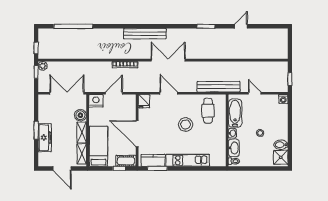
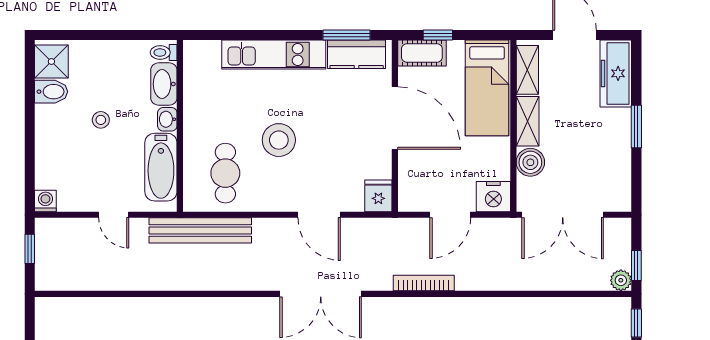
freezer: (45, 138) -> (616, 73), moved

